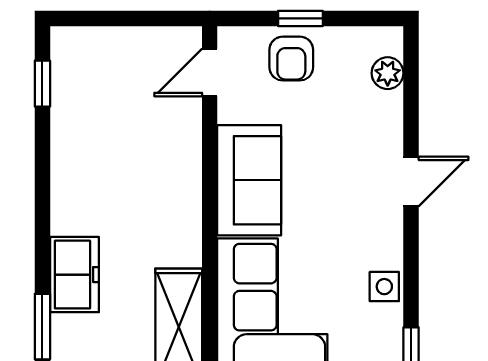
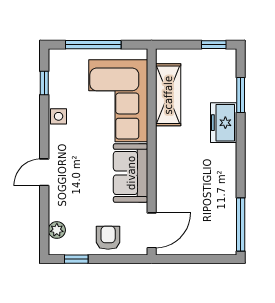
window: (300, 18) -> (76, 259), moved
door: (210, 72) -> (152, 230), width x1.38
window: (42, 84) -> (241, 224), width x2.17

